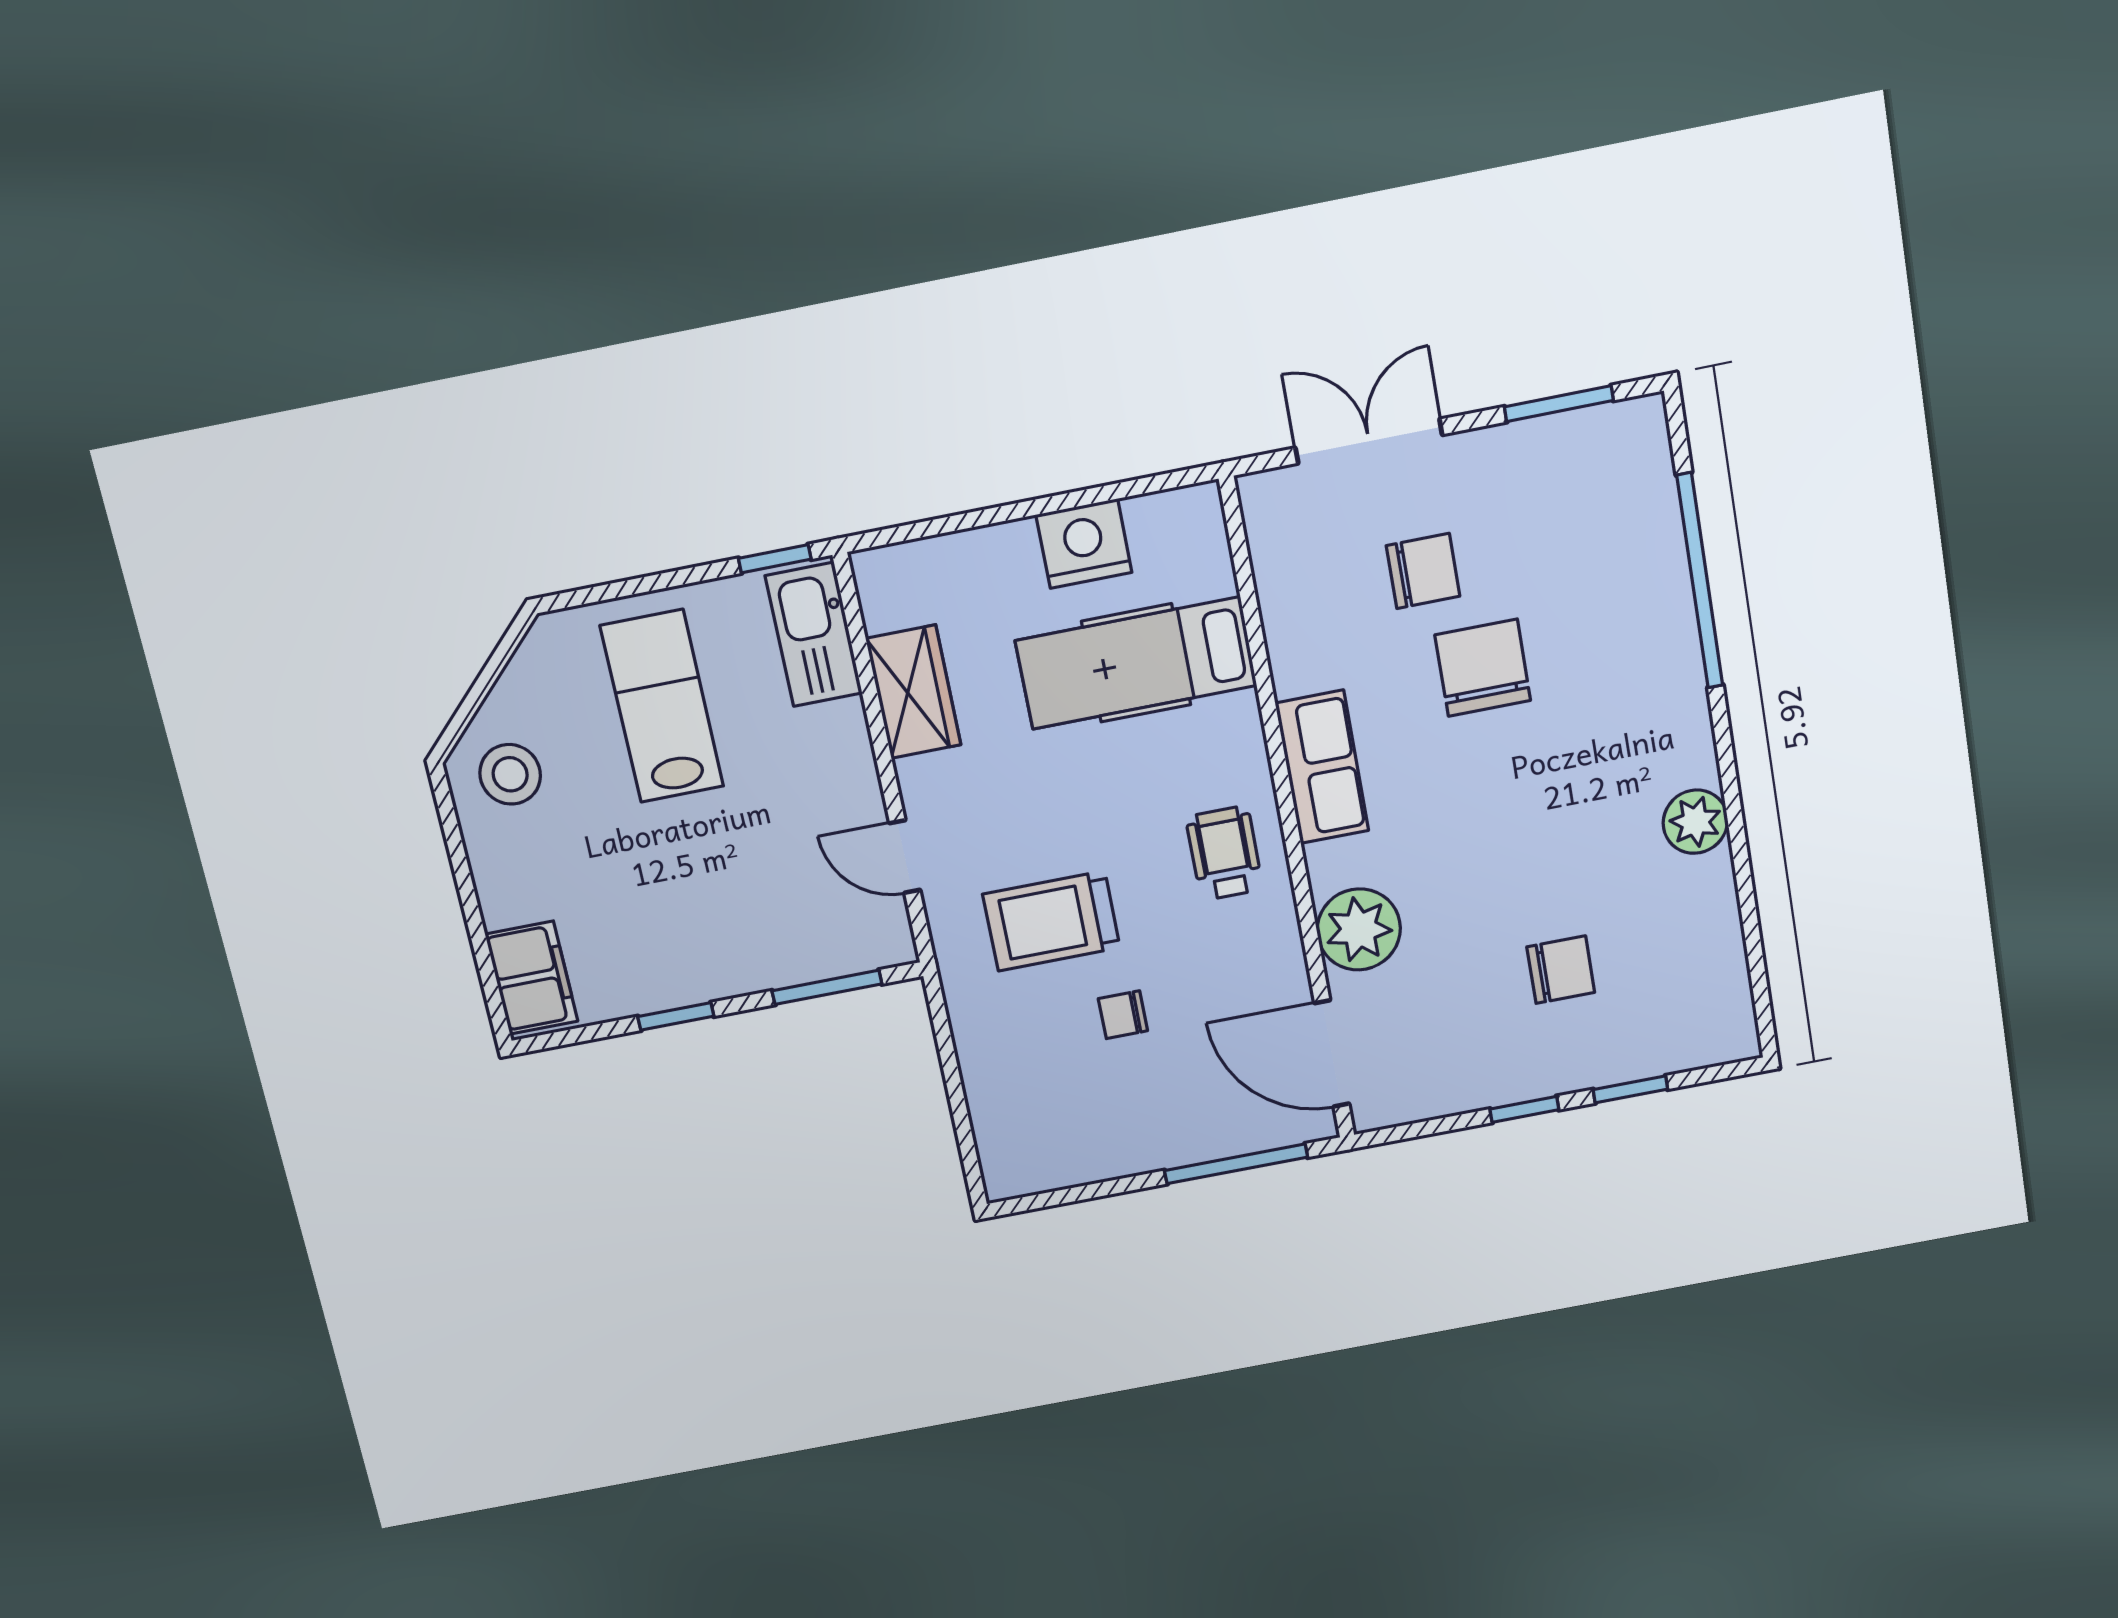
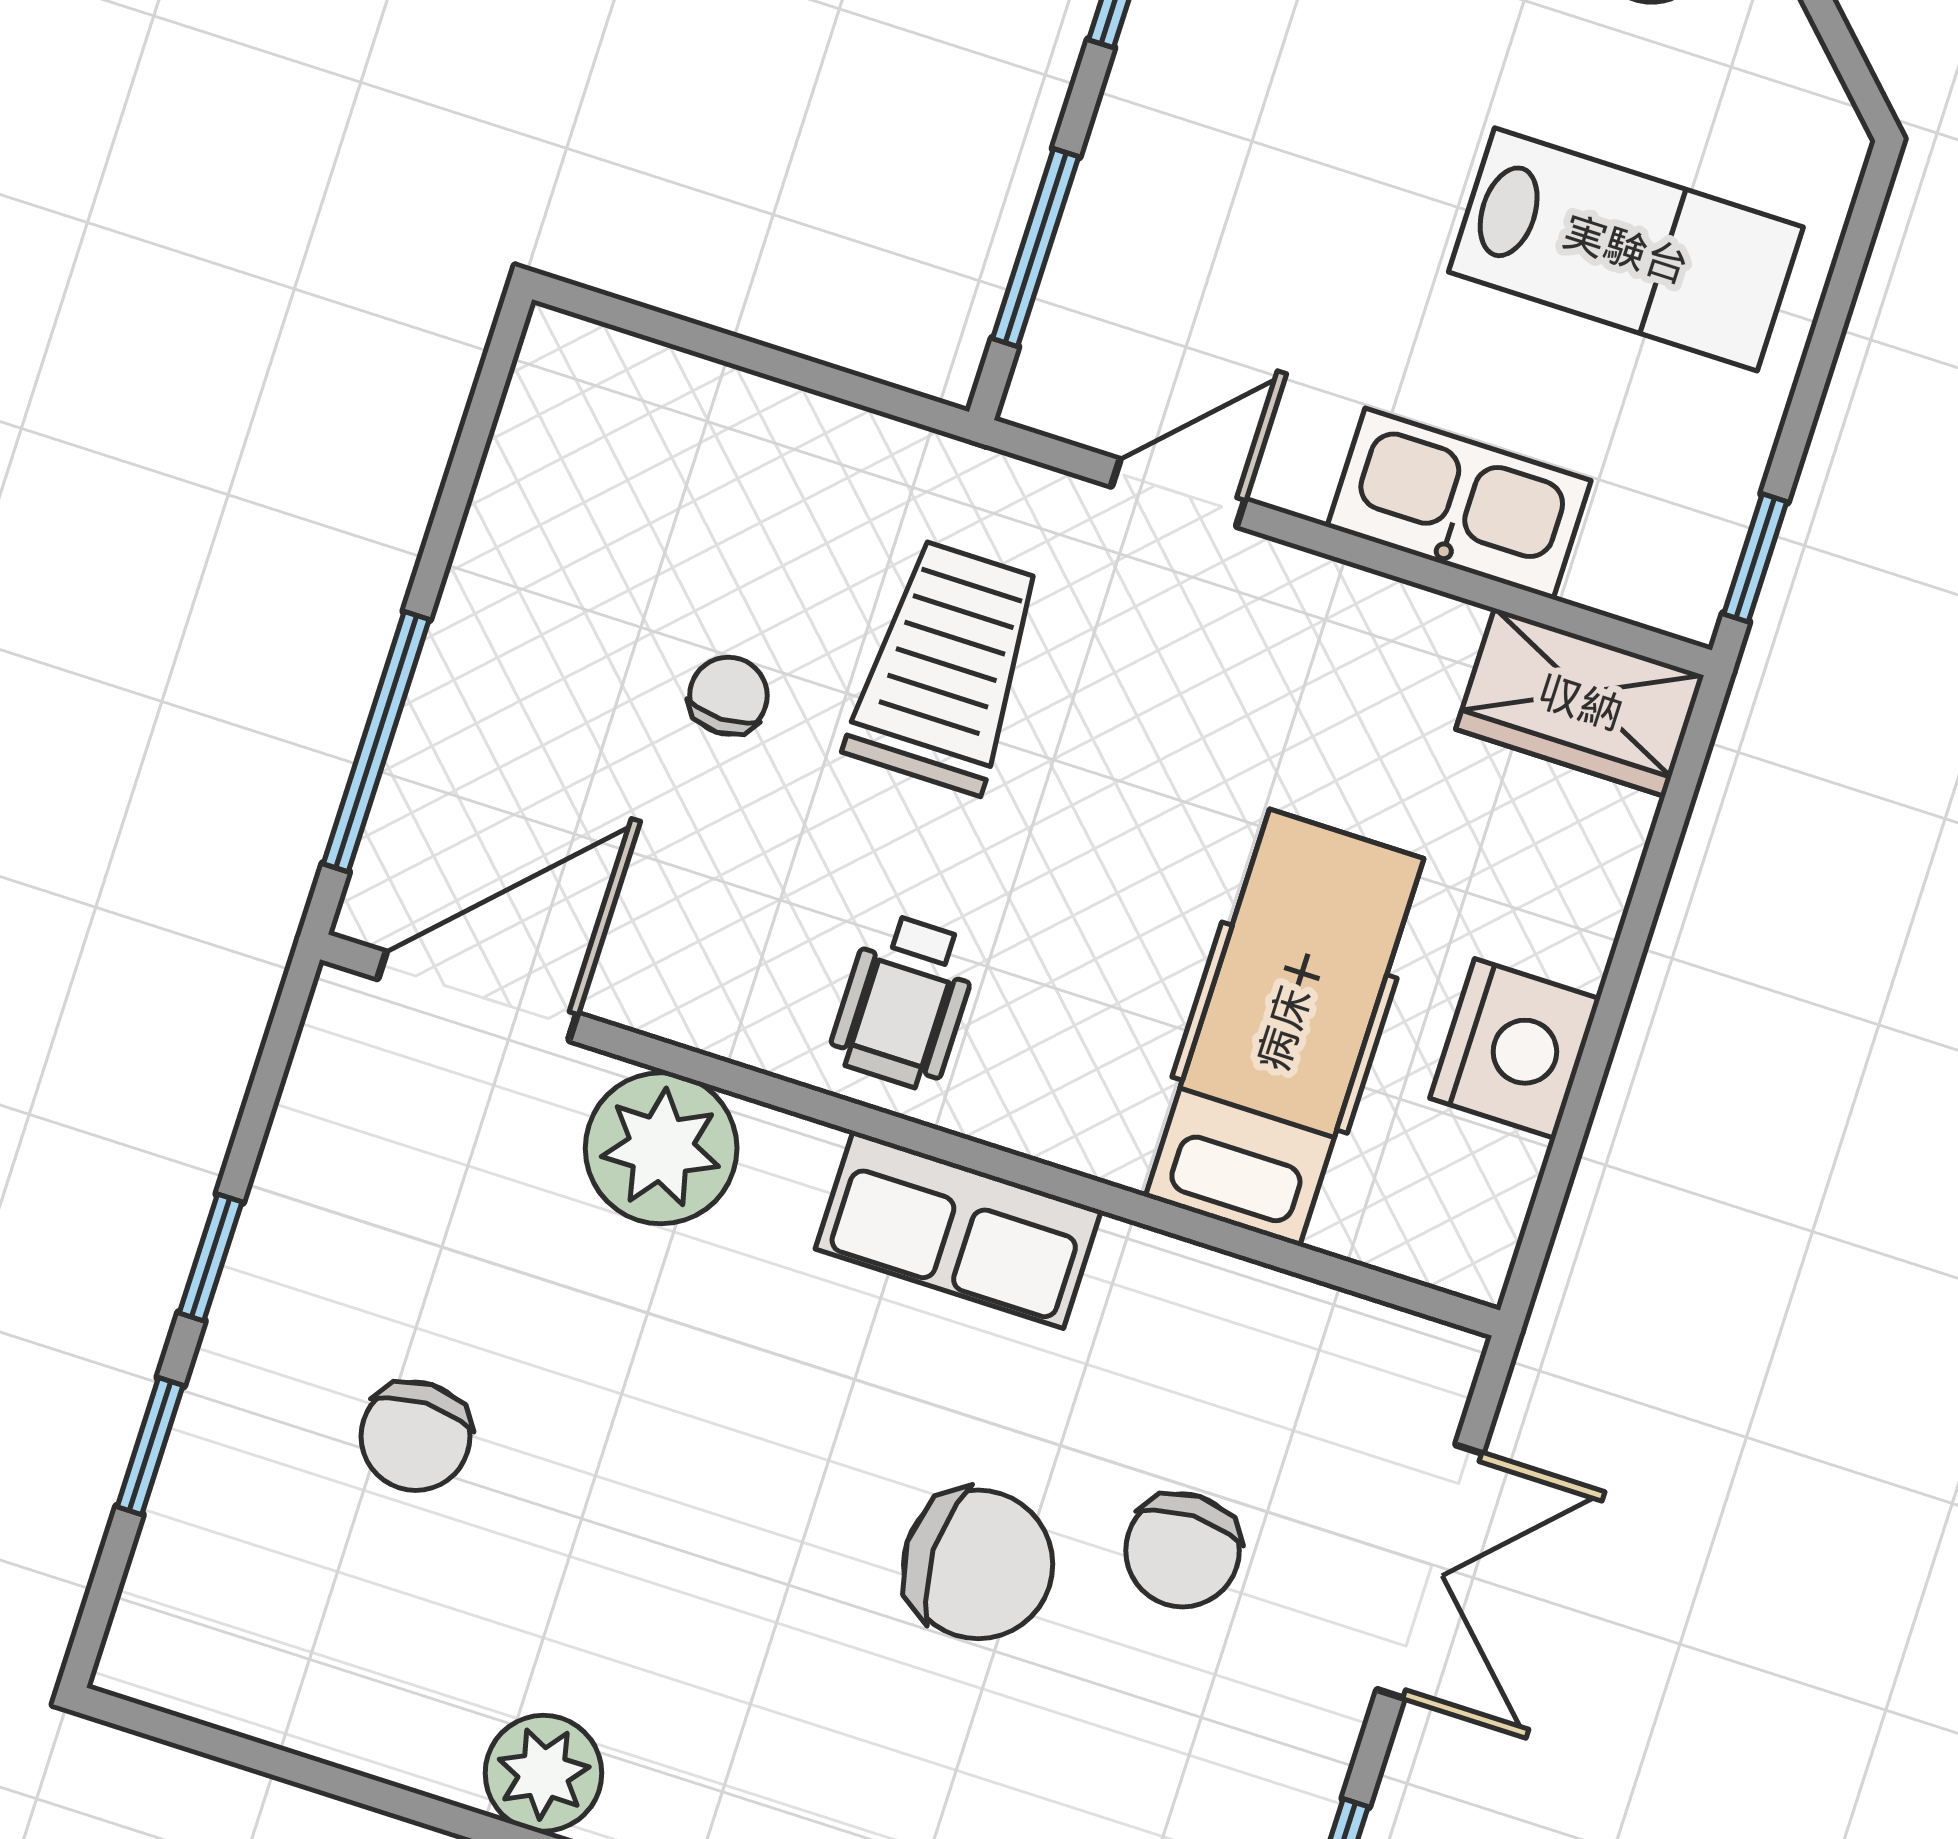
kitchen sink: (814, 635) -> (1459, 504), moved
wardrobe: (913, 692) -> (1580, 702), moved
wheelchair: (1224, 853) -> (904, 1001), turned 90

